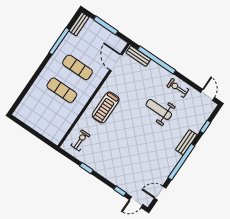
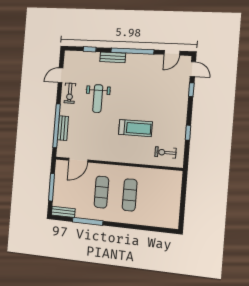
bench: (138, 56) -> (63, 128), moved
door: (208, 95) -> (60, 75), moved
treadmill: (106, 107) -> (135, 128), moved
door: (160, 193) -> (172, 53), hinge flipped

